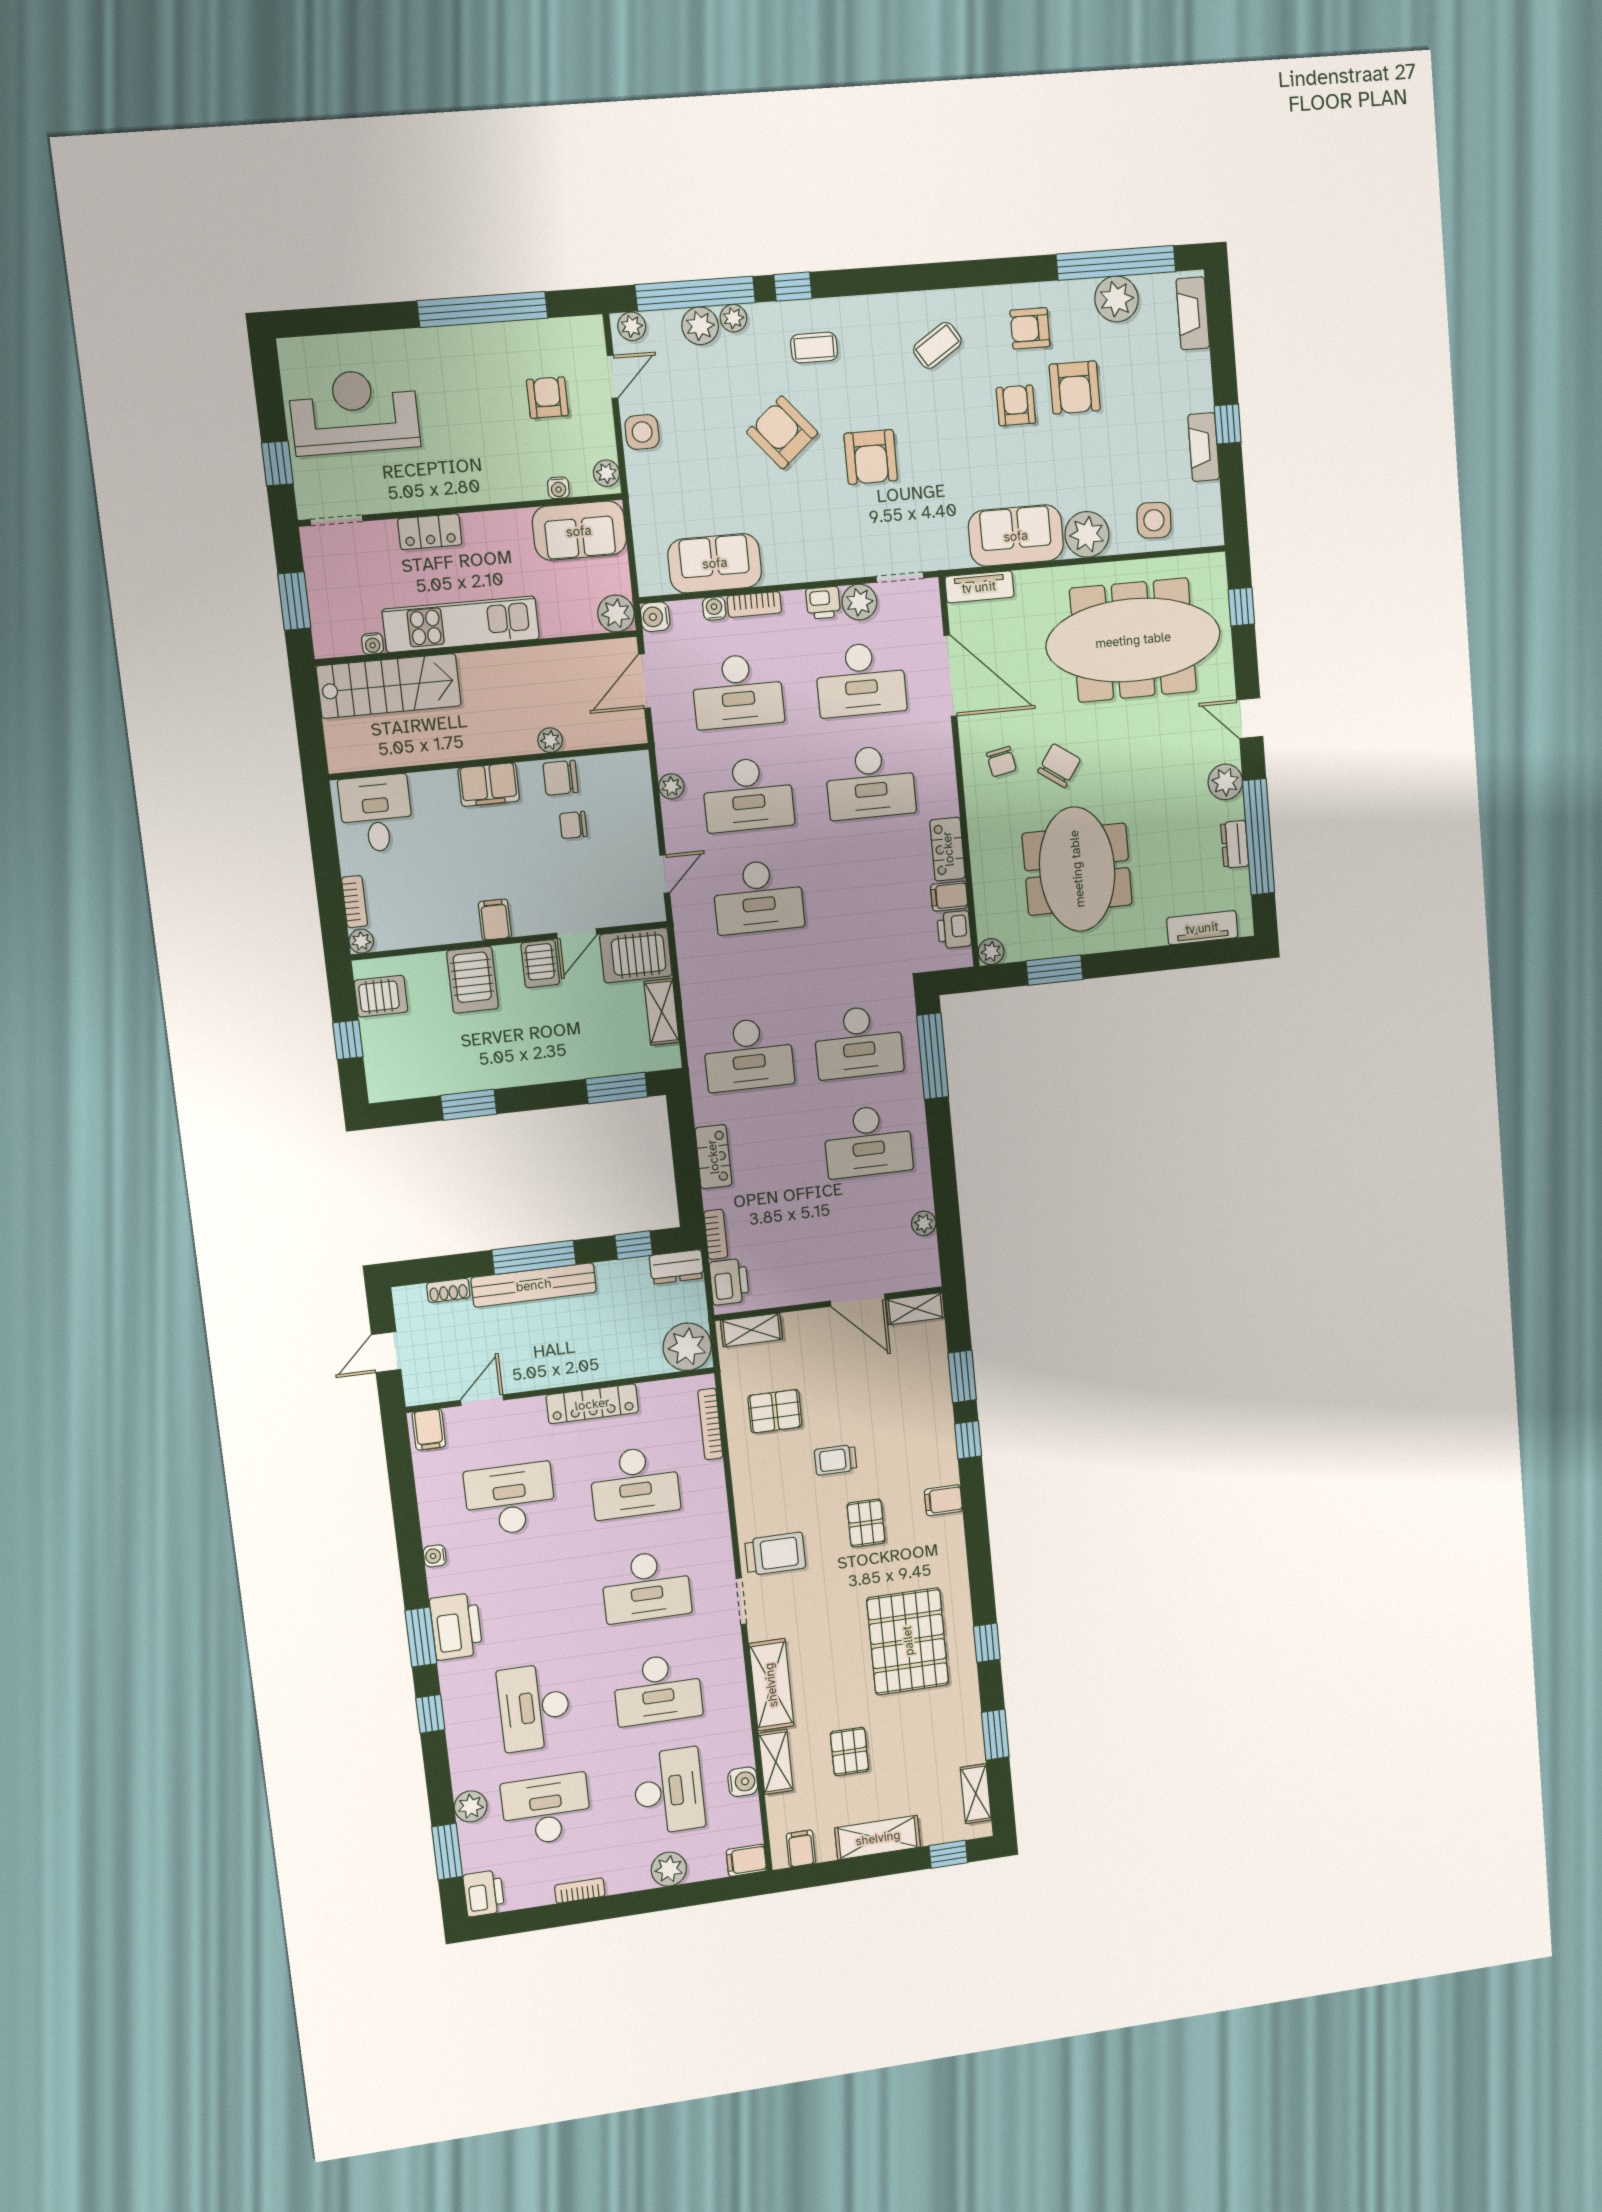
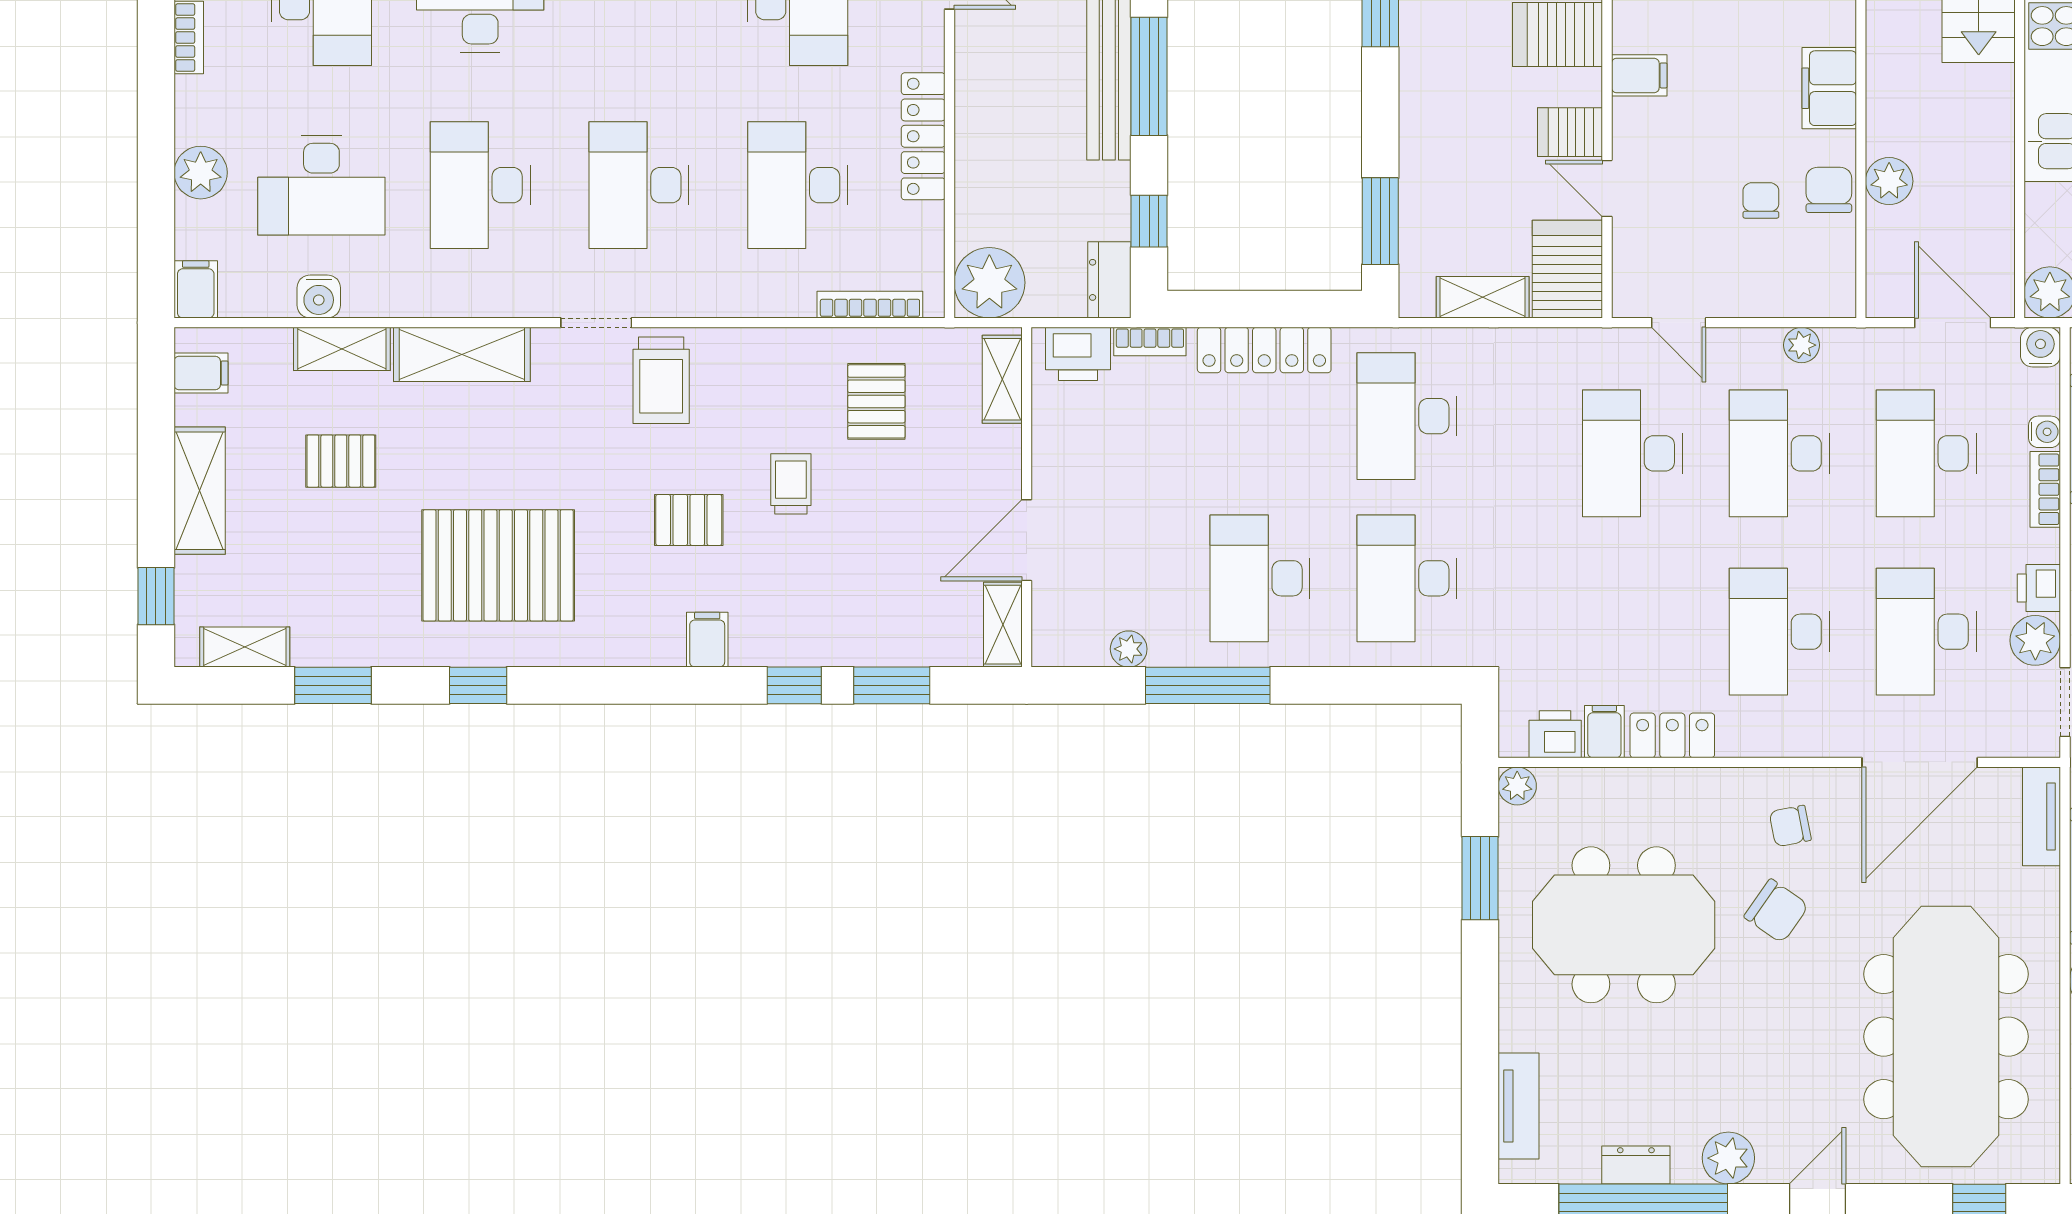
plant: (550, 740) -> (1889, 181), width x1.38, depth x1.38
window: (933, 1056) -> (1208, 685), moved
locker: (713, 1157) -> (1264, 350), width x1.53

